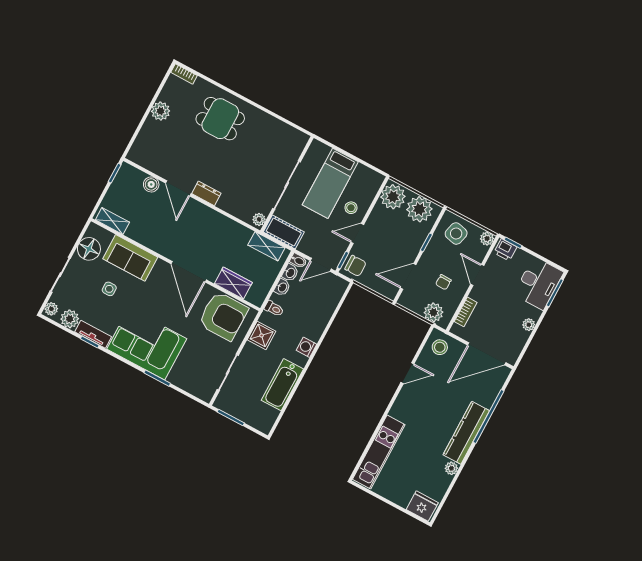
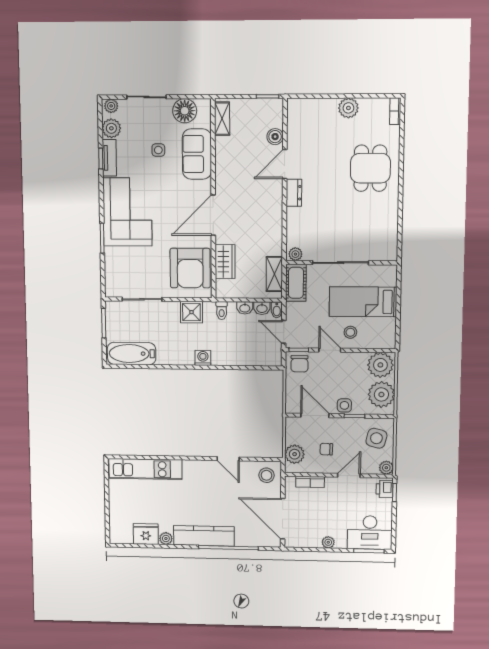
side table: (412, 246) -> (344, 405), added
bathtub: (282, 385) -> (132, 354), moved
fridge: (422, 506) -> (146, 534), moved, turned -90

